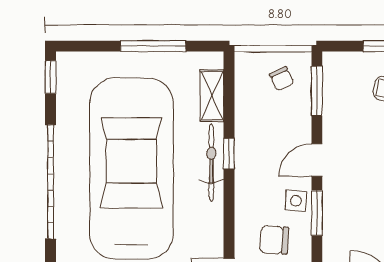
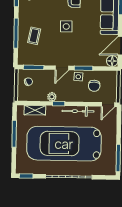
plant: (245, 137) -> (52, 97), added
door: (317, 160) -> (62, 68), hinge flipped
bicycle: (211, 163) -> (78, 111), moved

